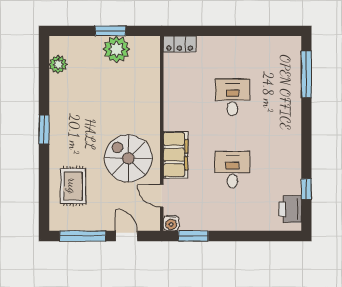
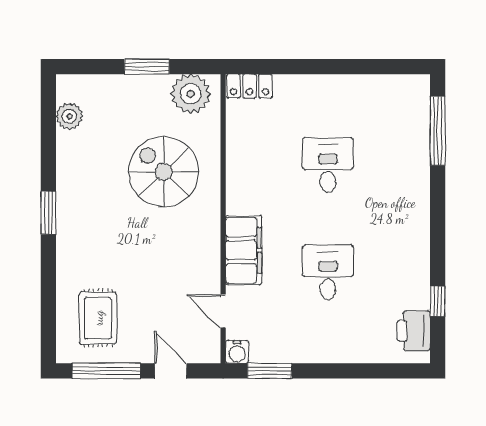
plant: (116, 49) -> (191, 94), moved
spiral stairs: (128, 158) -> (164, 172), moved
rug: (73, 186) -> (98, 318), moved

